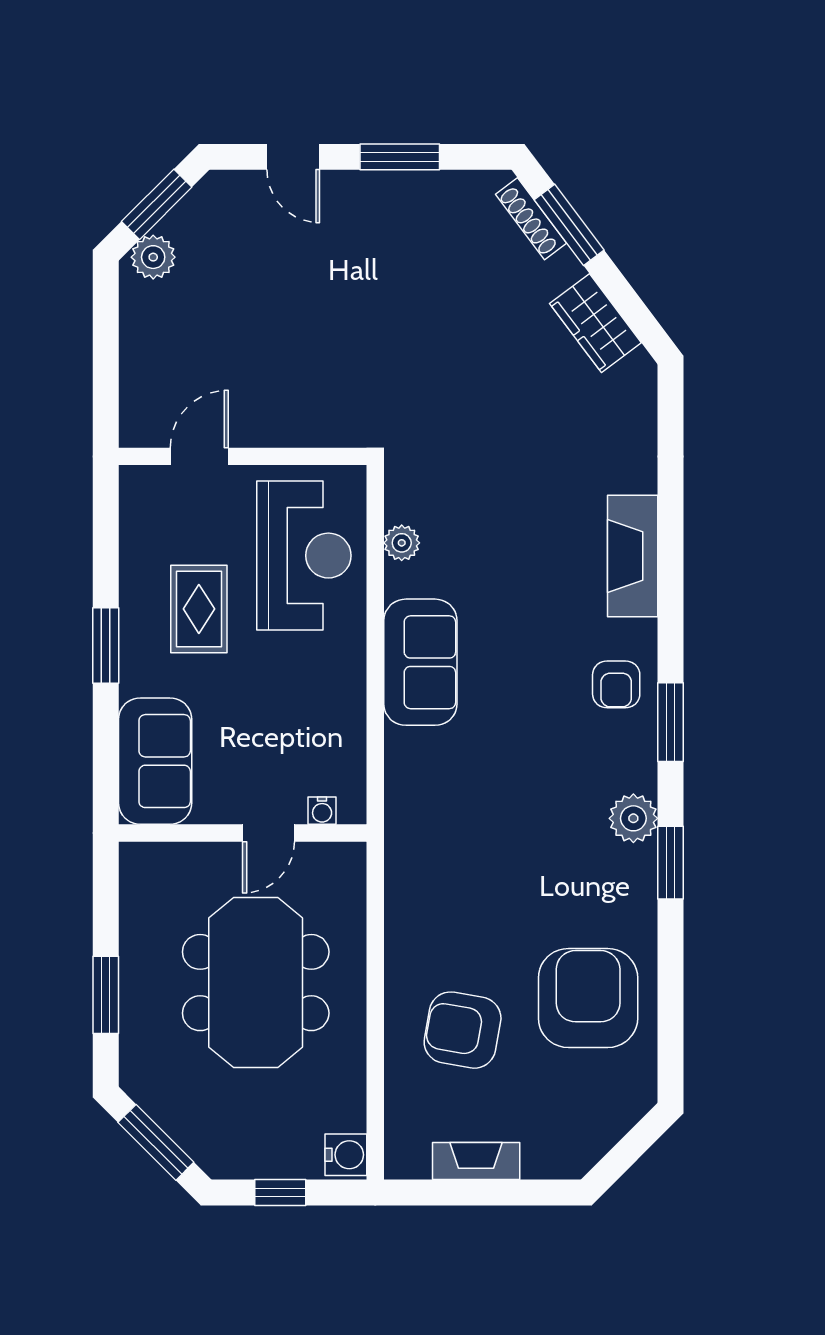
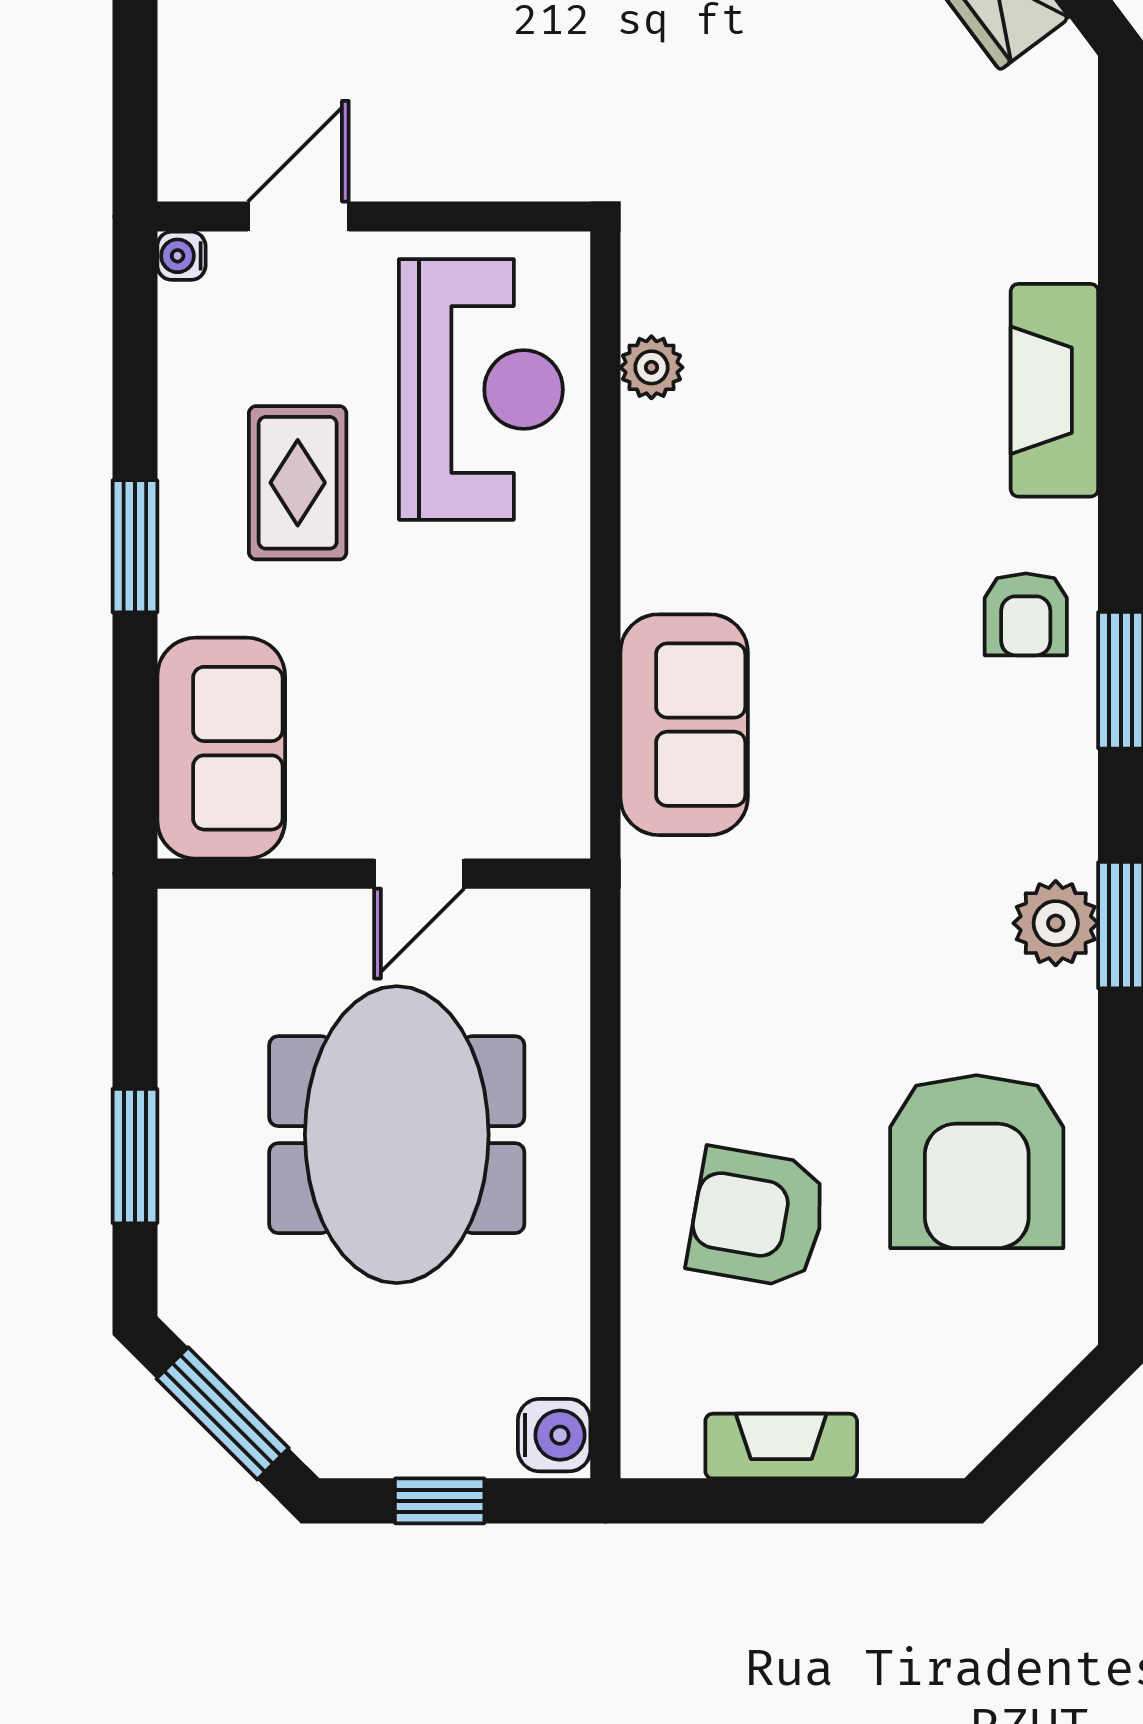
sofa: (420, 662) -> (684, 725), moved
water cooler: (322, 811) -> (181, 256), moved, turned 90
plant: (633, 818) -> (1056, 923), moved
armchair: (588, 998) -> (977, 1162), turned 180

